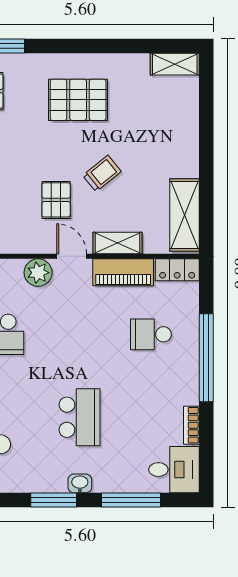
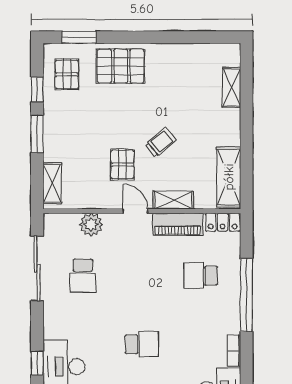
shelving: (175, 64) -> (232, 88), moved, turned 90
pallet: (78, 100) -> (121, 66), moved
plant: (38, 273) -> (91, 225), moved
school desk: (80, 417) -> (142, 344), width x0.54

